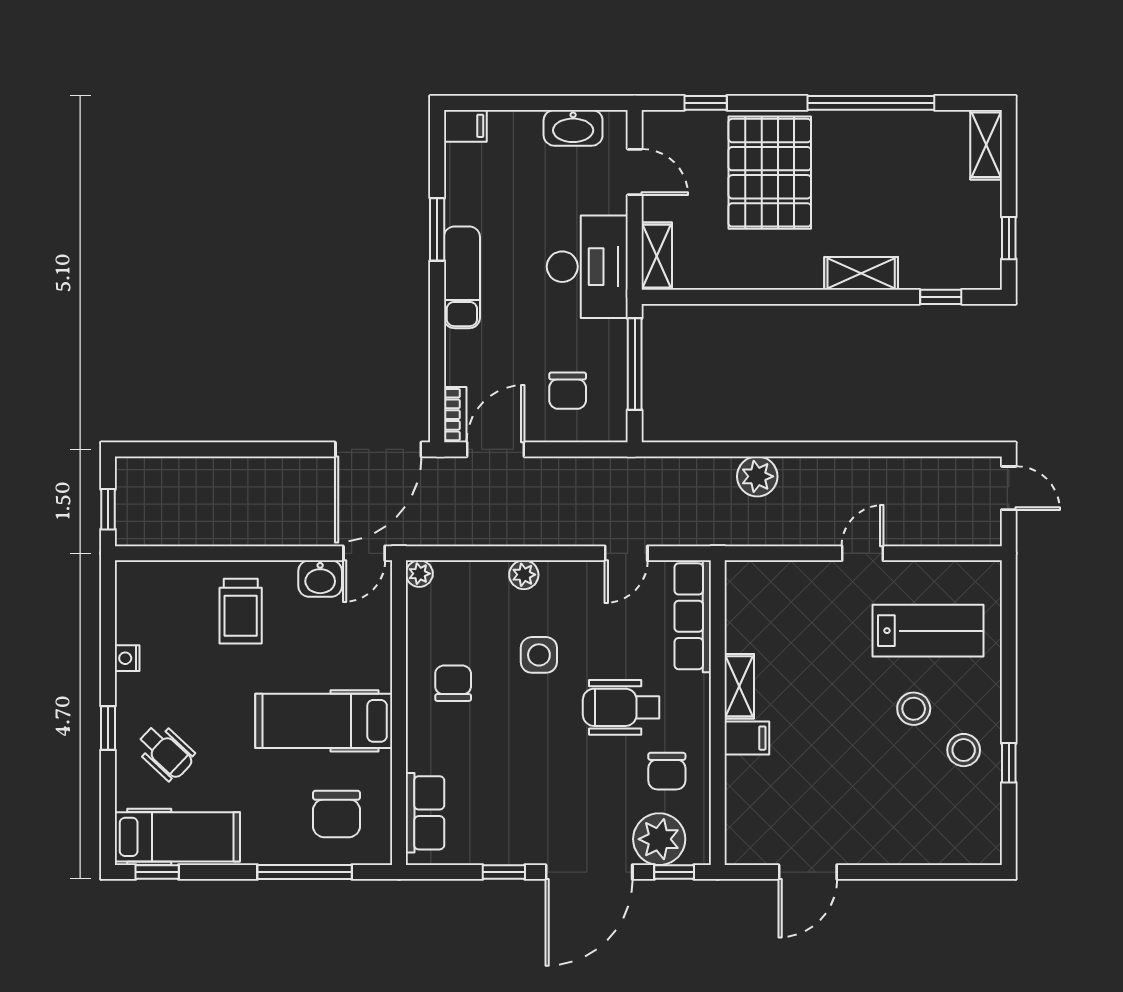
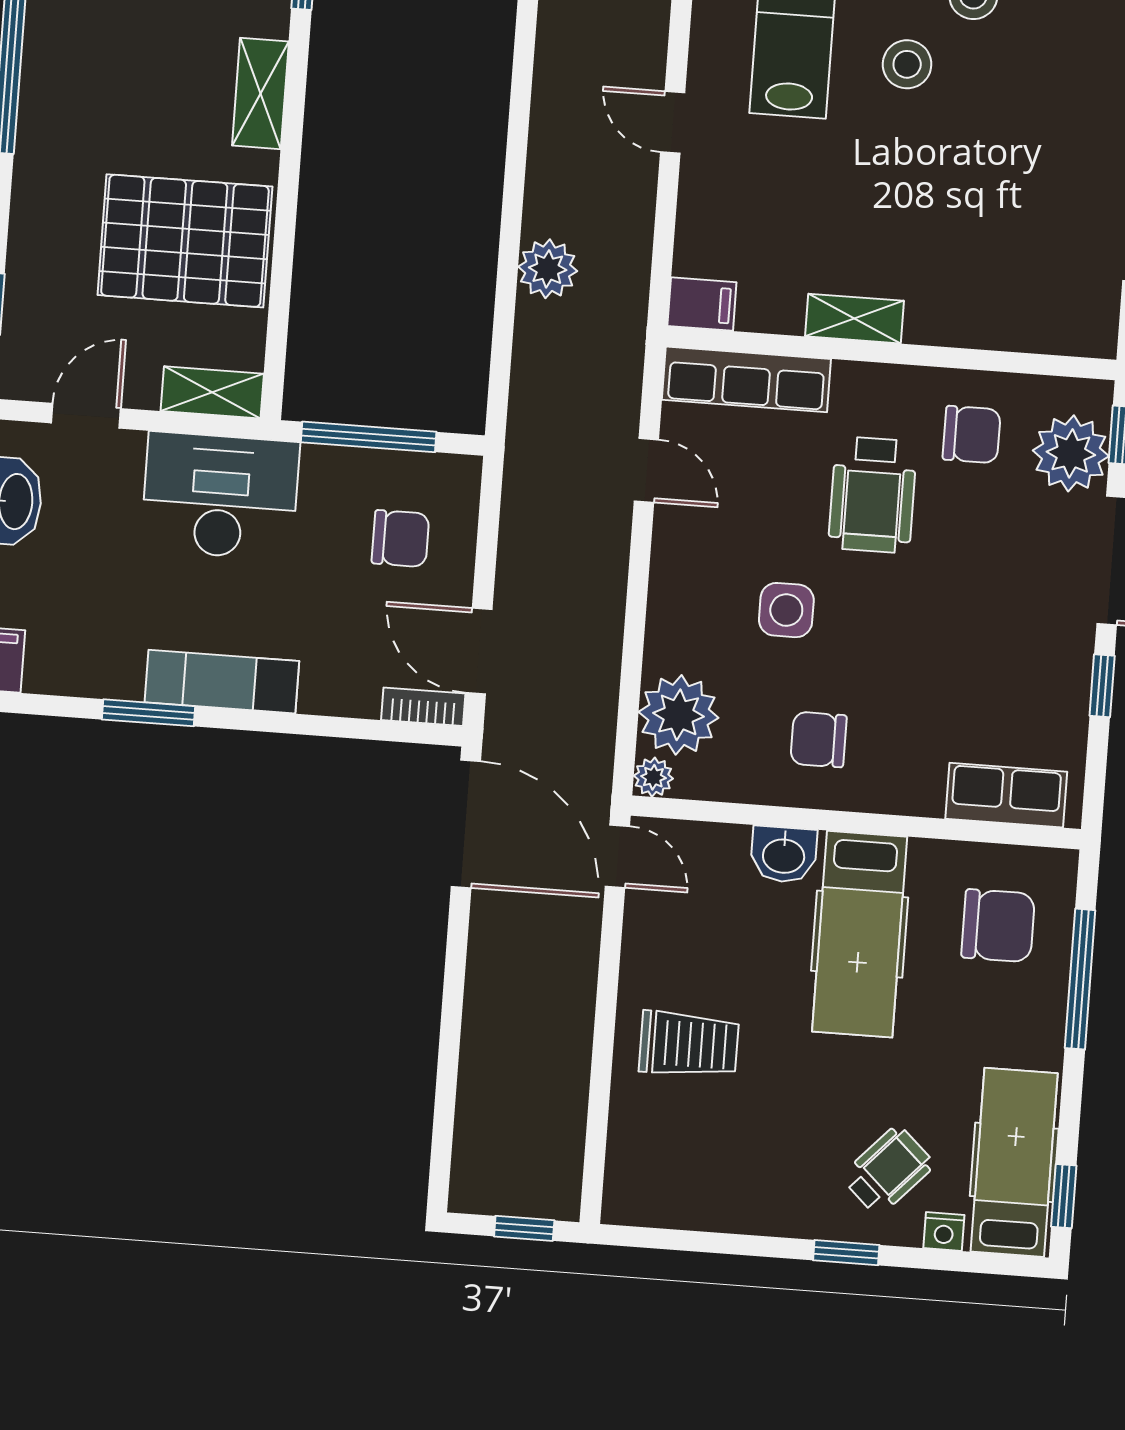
pallet: (770, 173) -> (185, 241), moved
plant: (524, 575) -> (679, 715), moved, width x1.88, depth x1.88
washbasin: (320, 579) -> (784, 854), moved, turned 90
nightstand: (127, 658) -> (944, 1232), moved
filing cabinet: (747, 738) -> (702, 304), moved, turned 90

